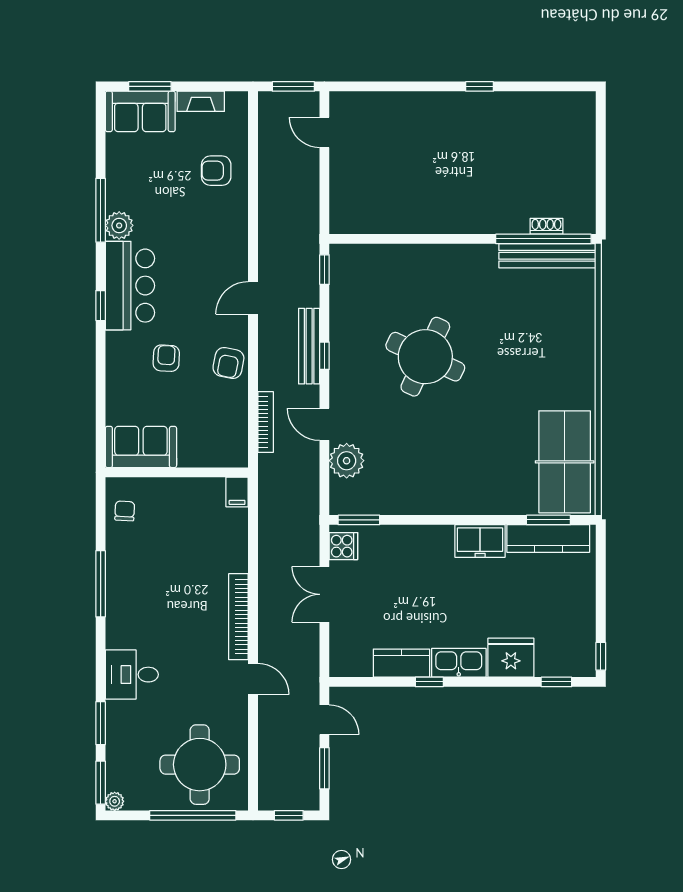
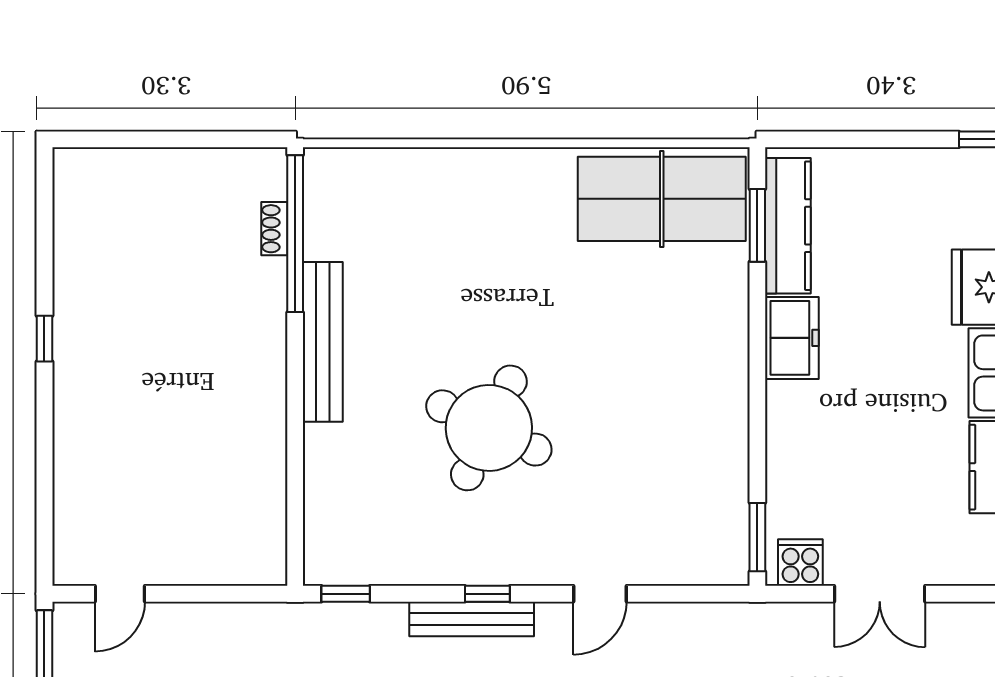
bench: (547, 256) -> (323, 342), moved
plant: (347, 461) -> (660, 557), removed

